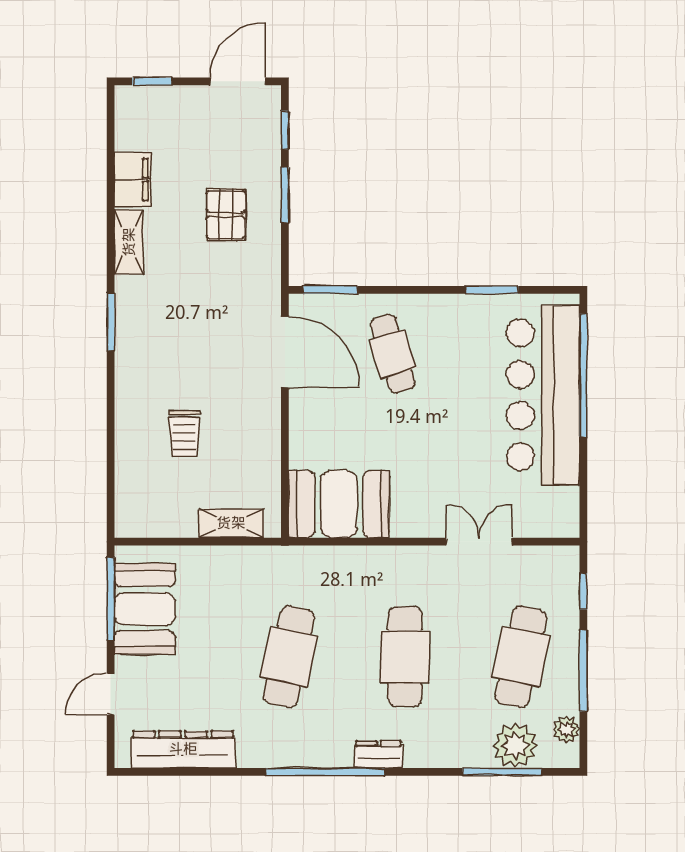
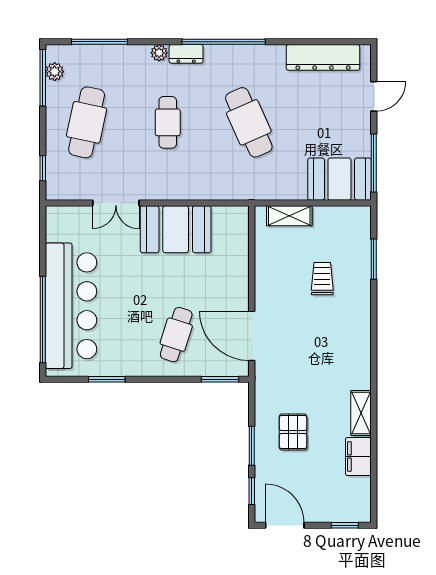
door: (238, 81) -> (285, 525), swing flipped
window: (111, 322) -> (374, 259), moved
cafe table: (393, 354) -> (176, 335), turned 35
booth: (339, 504) -> (176, 229), moved
booth: (145, 609) -> (339, 179), moved, turned 90
cafe table: (289, 657) -> (249, 122), turned -36
cafe table: (405, 657) -> (168, 122), width x0.73, depth x0.74
window: (583, 671) -> (43, 78), moved
plant: (515, 746) -> (159, 53), moved, width x0.53, depth x0.53

